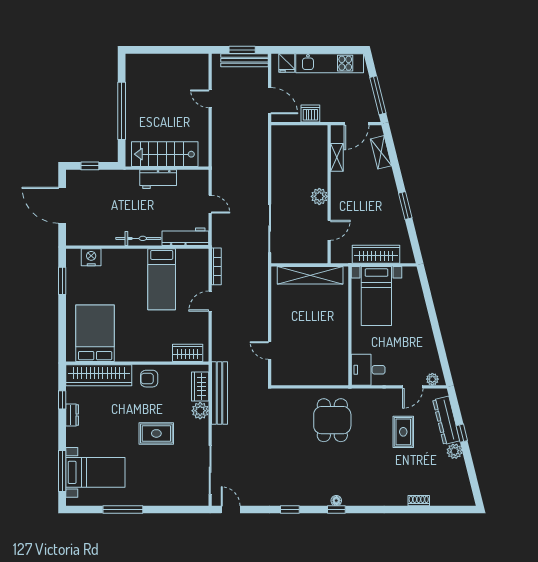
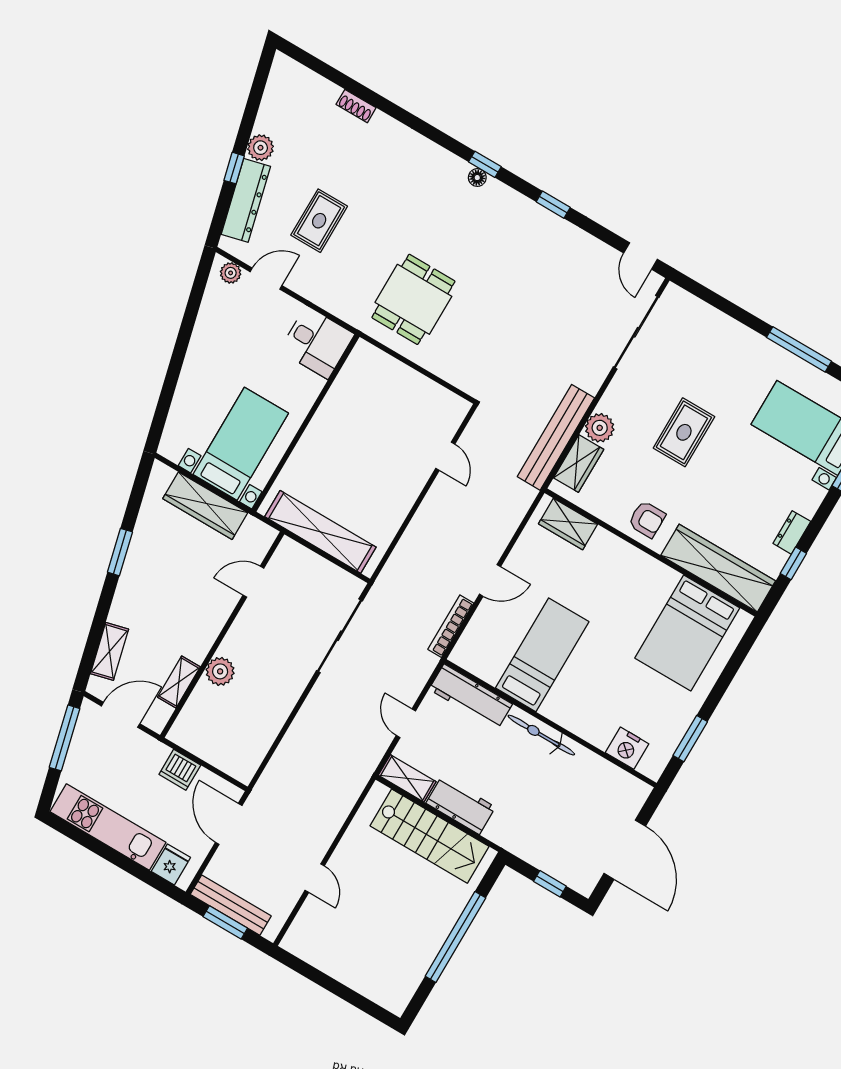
shelving: (193, 177) -> (407, 778), added
plant: (319, 196) -> (220, 671), moved
rug: (156, 433) -> (684, 432), turned 90

